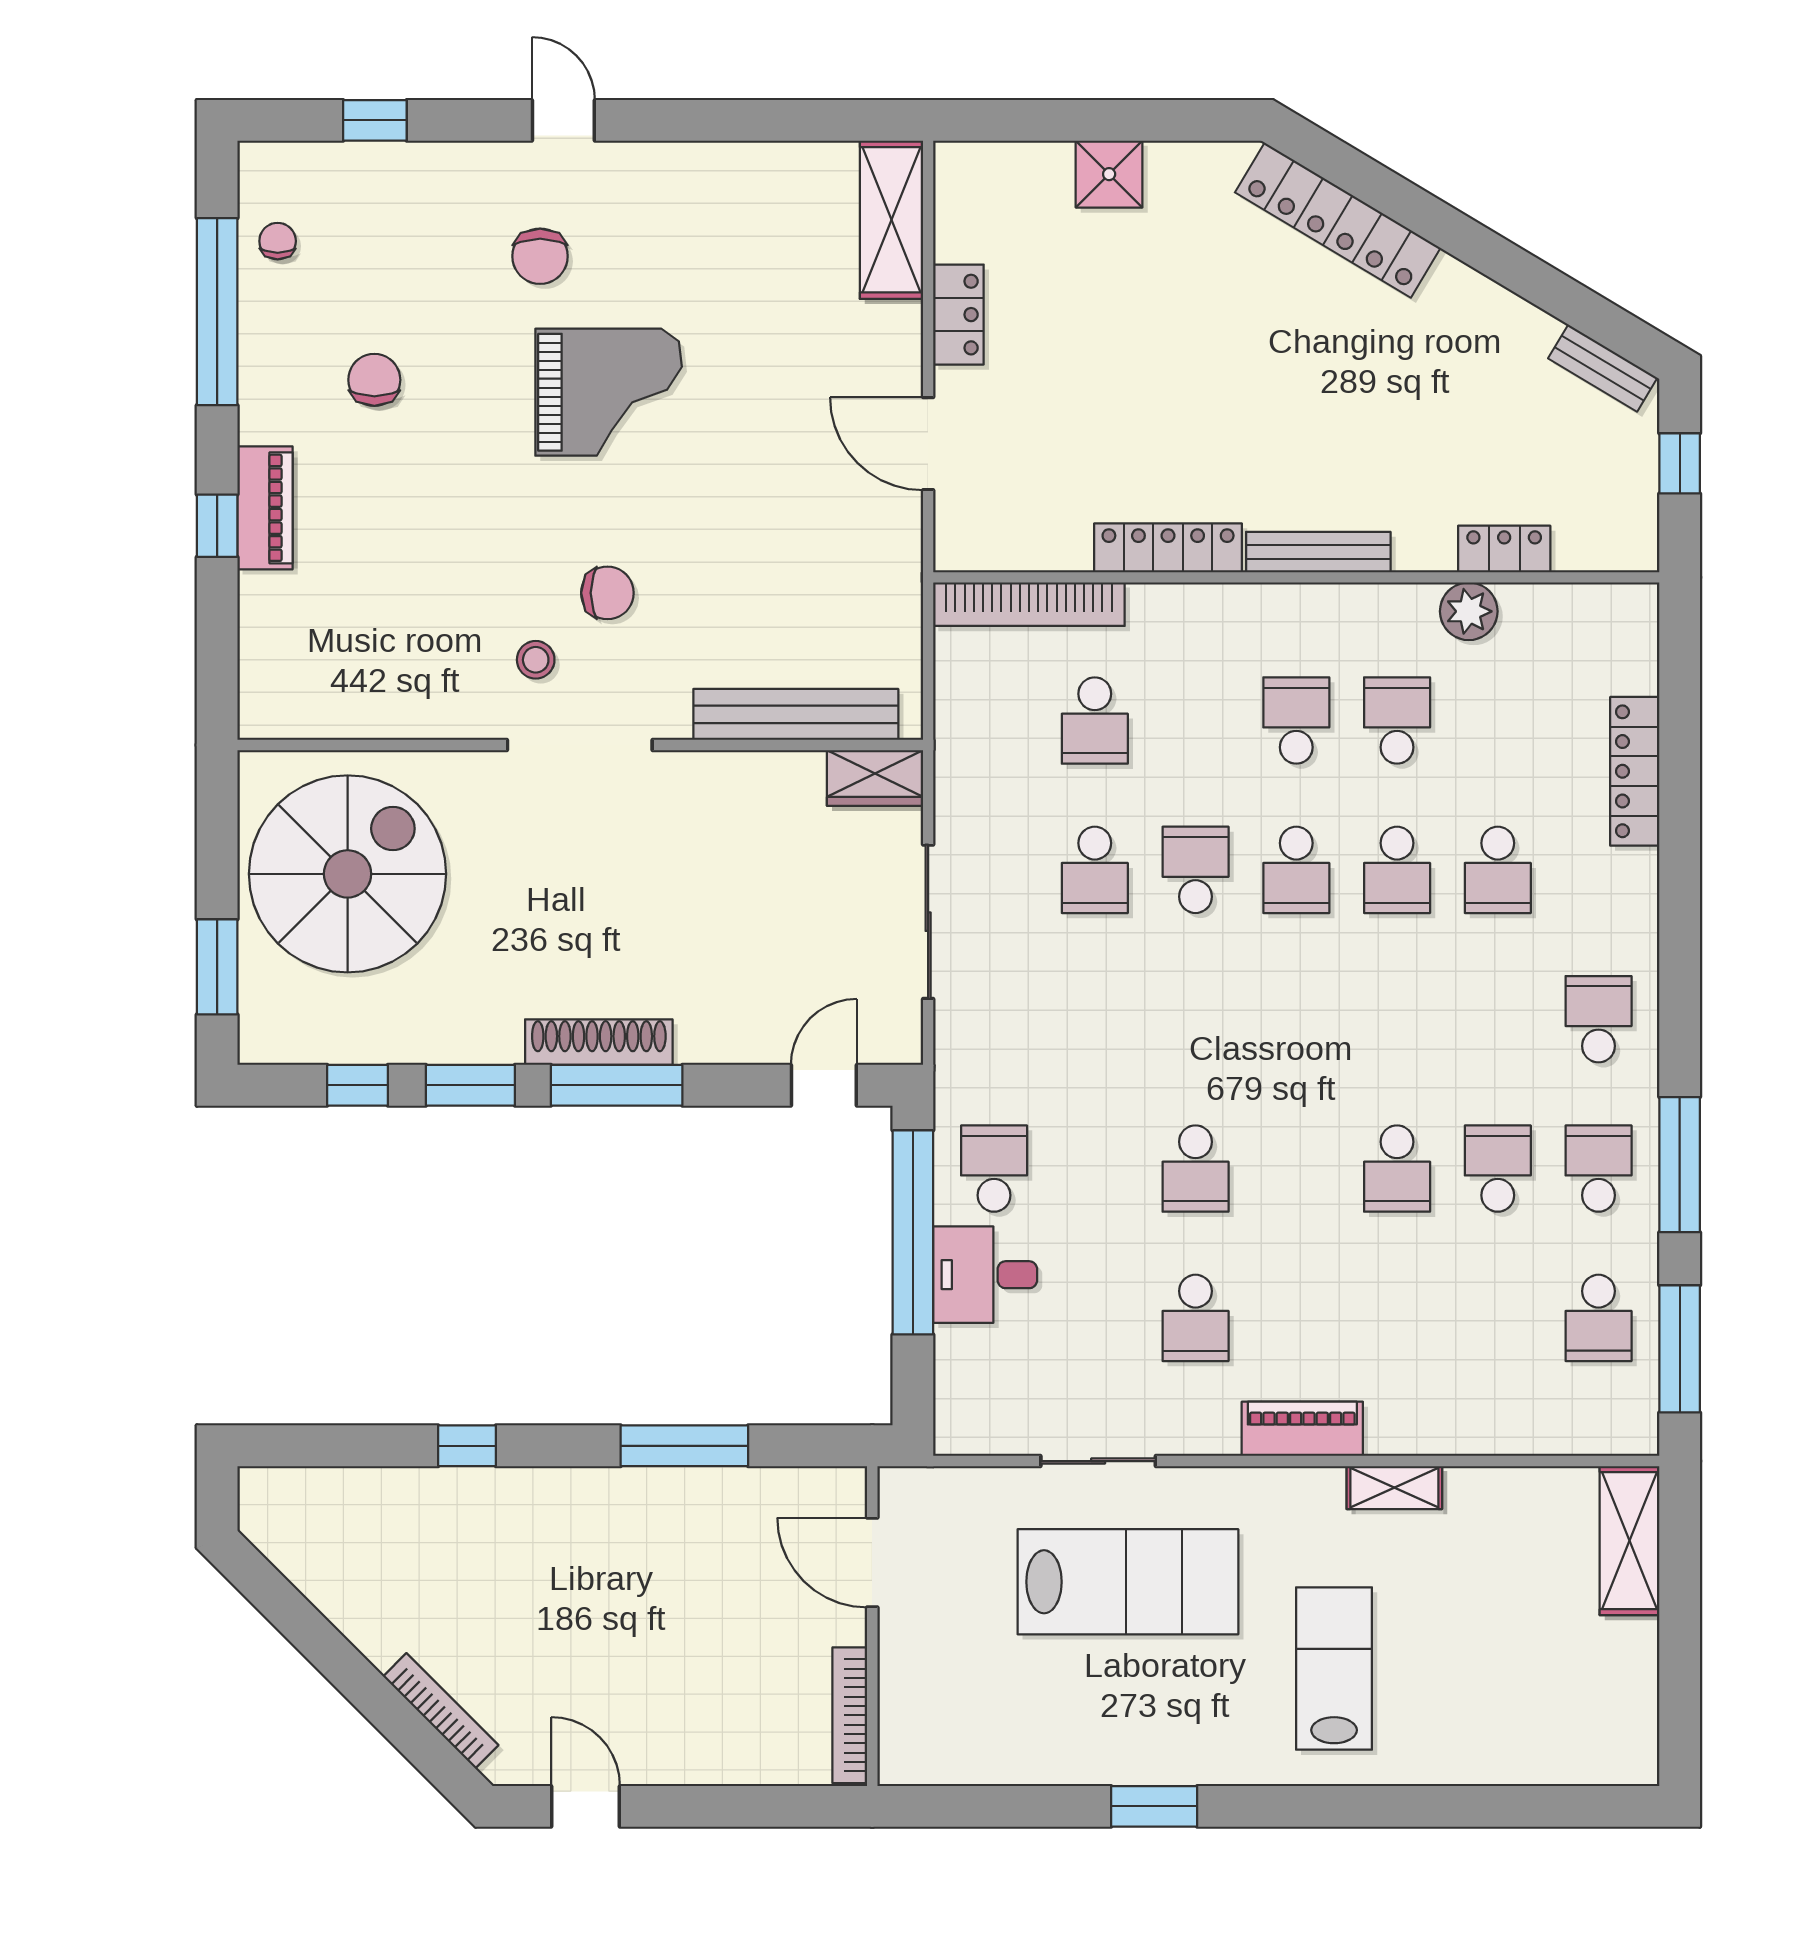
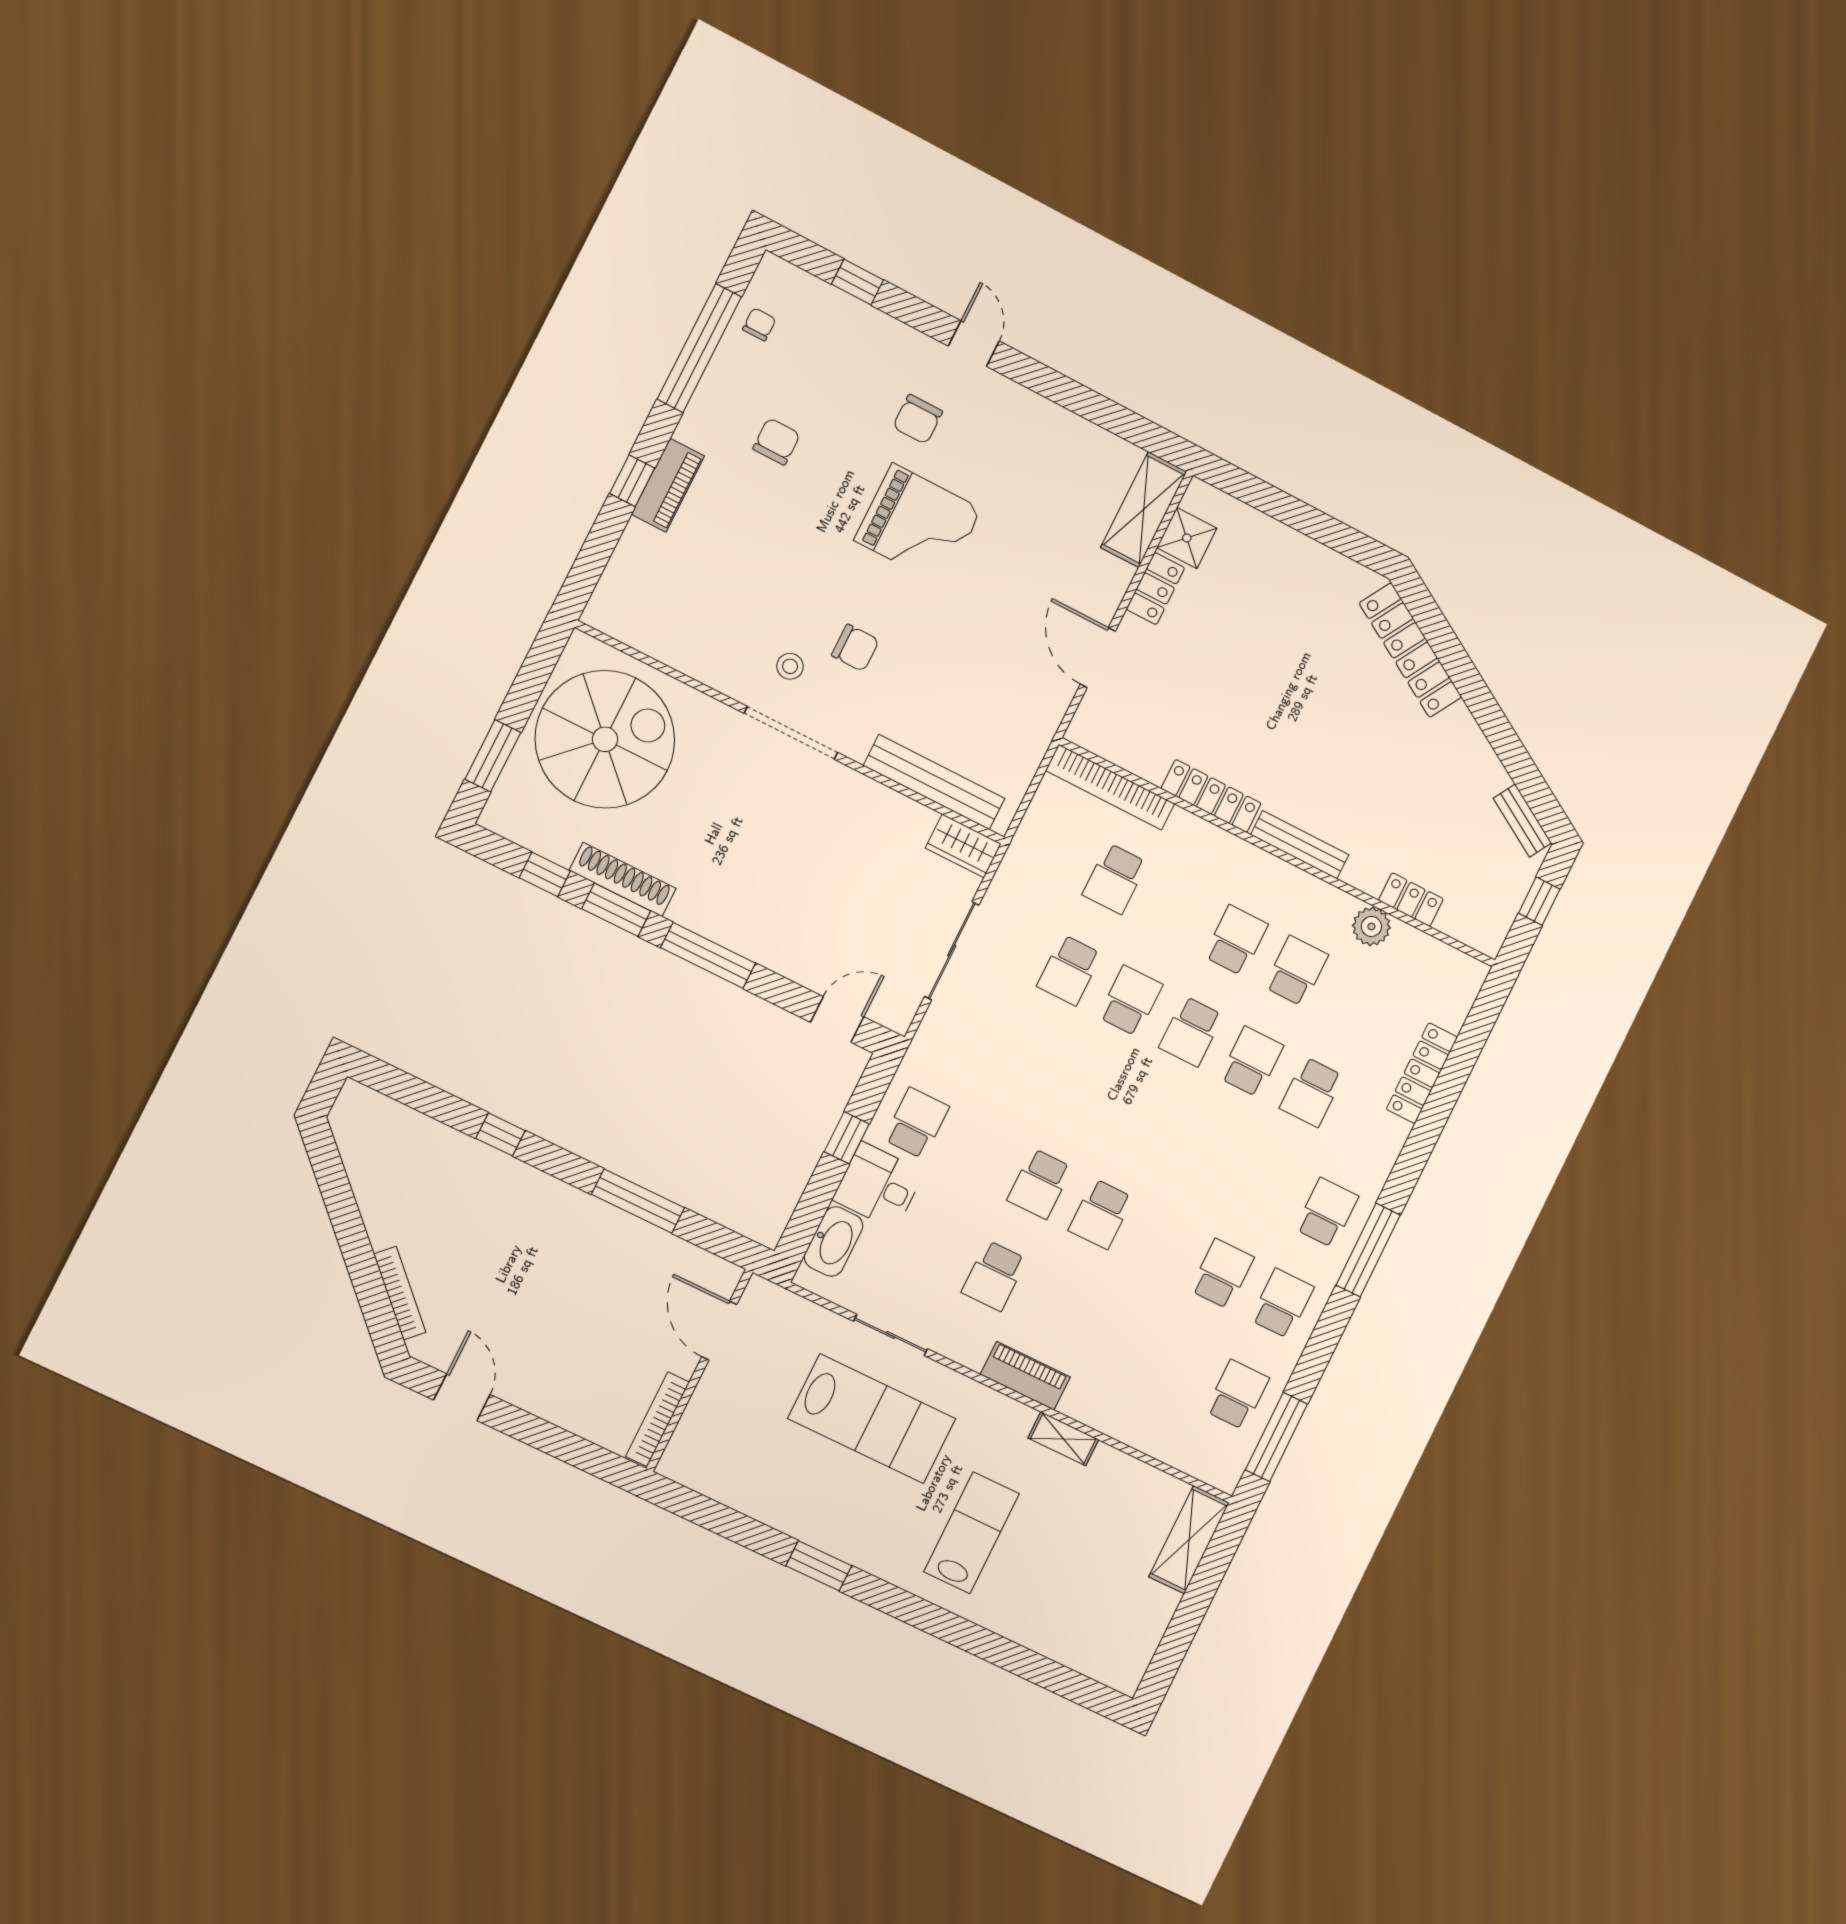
shower: (1109, 174) -> (1187, 538), moved
school desk: (1397, 870) -> (1251, 1062), turned 180
shoe rack: (599, 1042) -> (623, 879), moved
window: (1680, 1165) -> (1368, 1250), moved
school desk: (1397, 1169) -> (1101, 1214), moved
window: (913, 1232) -> (847, 1138), width x0.32
school desk: (1599, 1318) -> (1237, 1395), turned 180
washbasin: (963, 1375) -> (833, 1241), added

